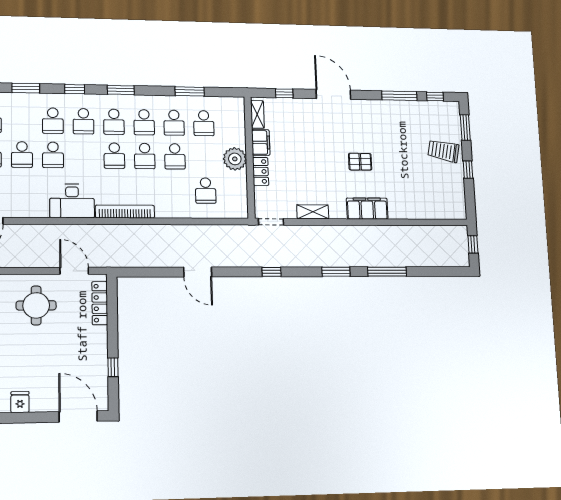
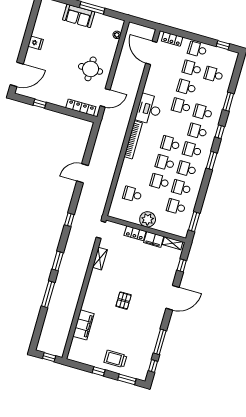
window: (190, 91) -> (194, 222), moved
trolley: (443, 151) -> (115, 359), turned -101
filing cabinet: (367, 209) -> (83, 325), moved

